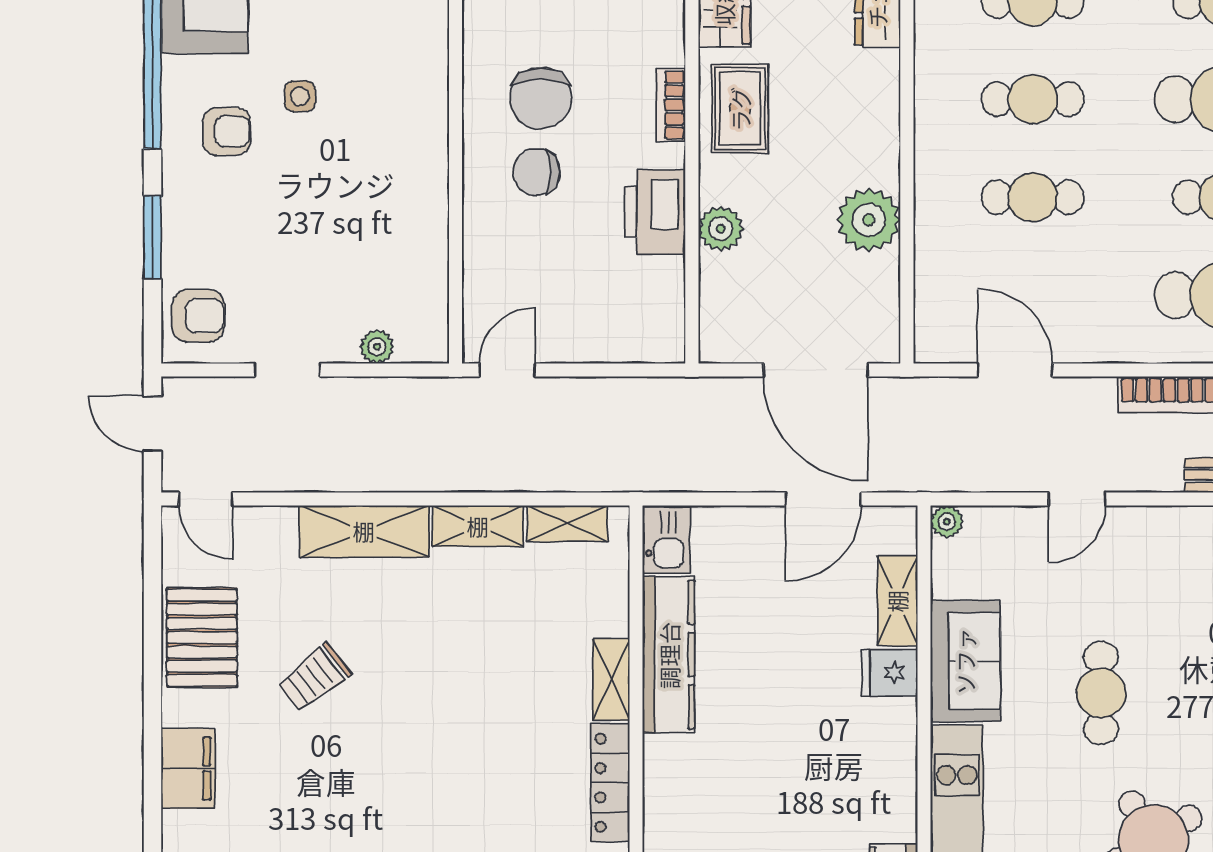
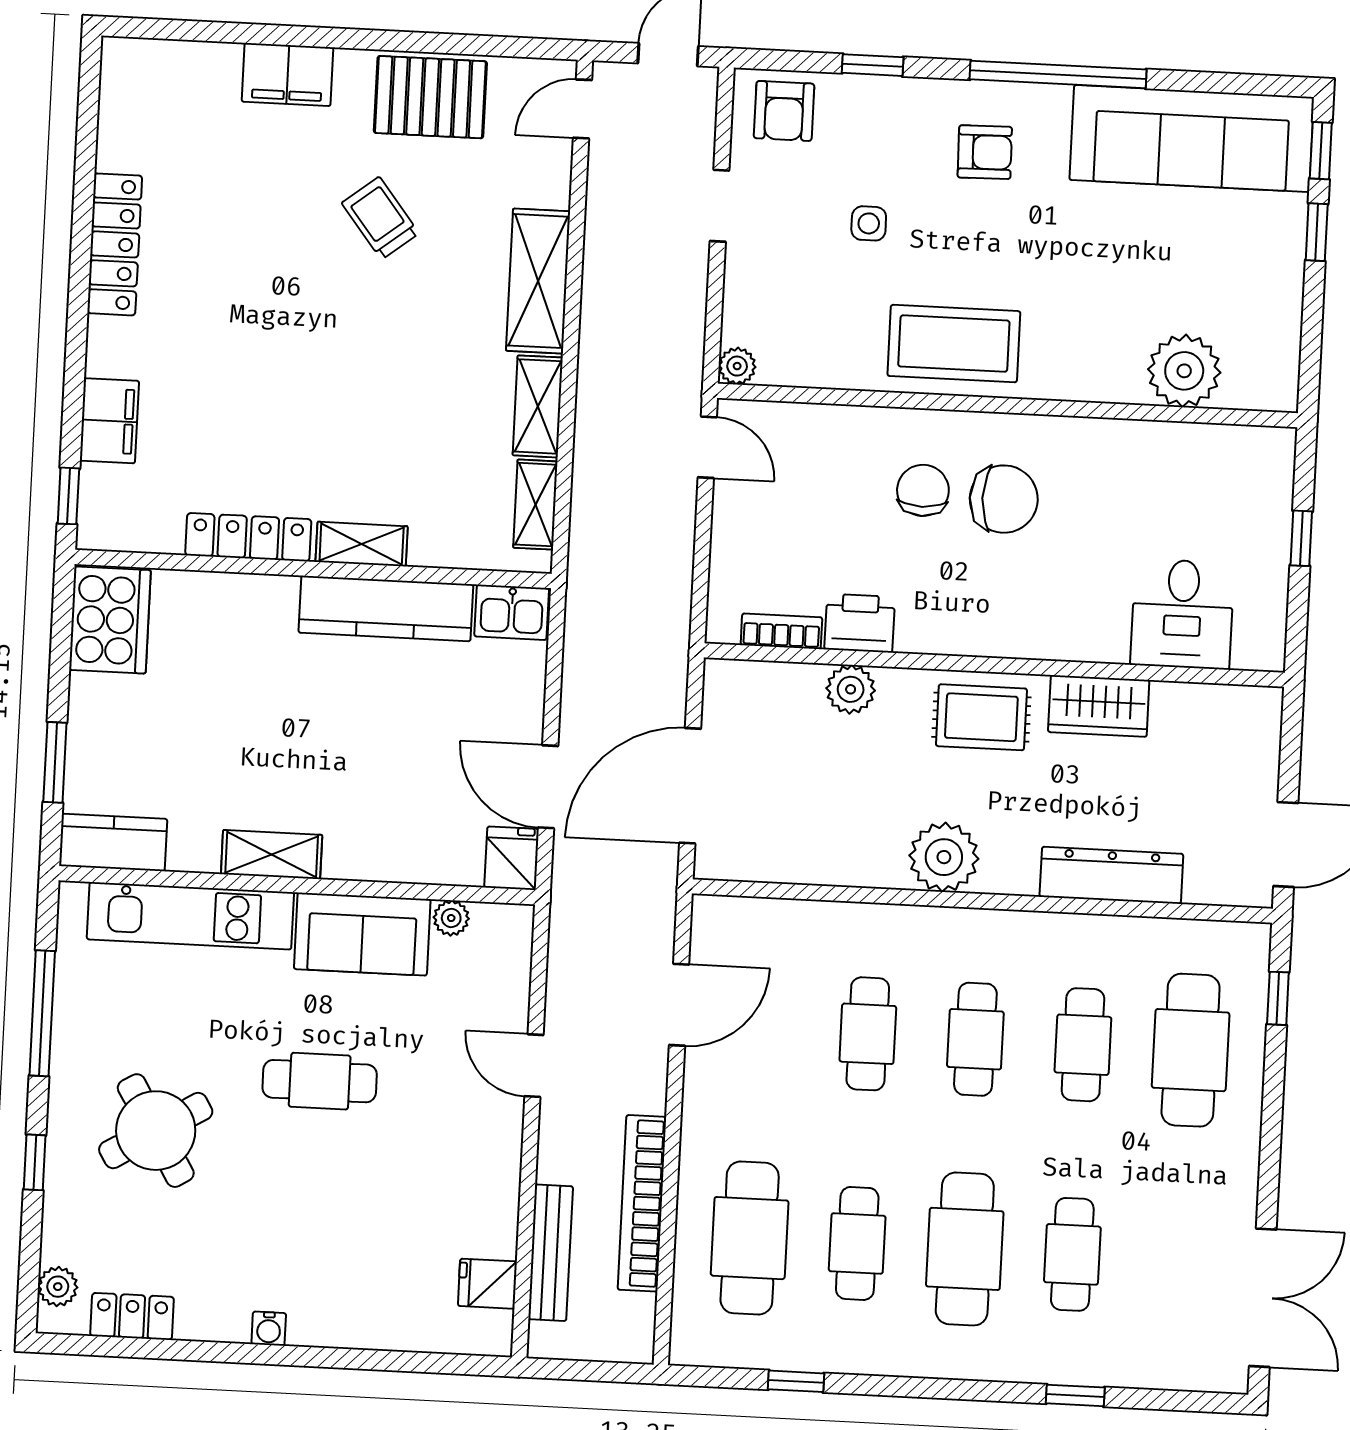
side table: (300, 96) -> (869, 223), moved
chair: (541, 98) -> (1004, 499), turned 180
bookcase: (671, 105) -> (781, 631), moved
armchair: (226, 131) -> (985, 152), turned -91
coffee table: (402, 151) -> (954, 344), added
printer: (655, 212) -> (860, 623), width x0.73, depth x0.84
plant: (869, 220) -> (944, 857), moved
window: (152, 237) -> (873, 65), width x0.67
plant: (377, 347) -> (737, 366), moved
plant: (947, 522) -> (451, 918), moved
shelving: (897, 601) -> (272, 855), moved
fridge: (890, 673) -> (512, 858), moved

